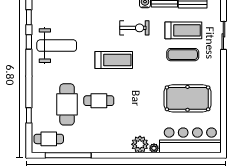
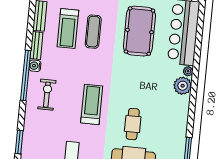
exercise bike: (134, 28) -> (47, 95), moved
treadmill: (183, 30) -> (68, 28), turned 180

